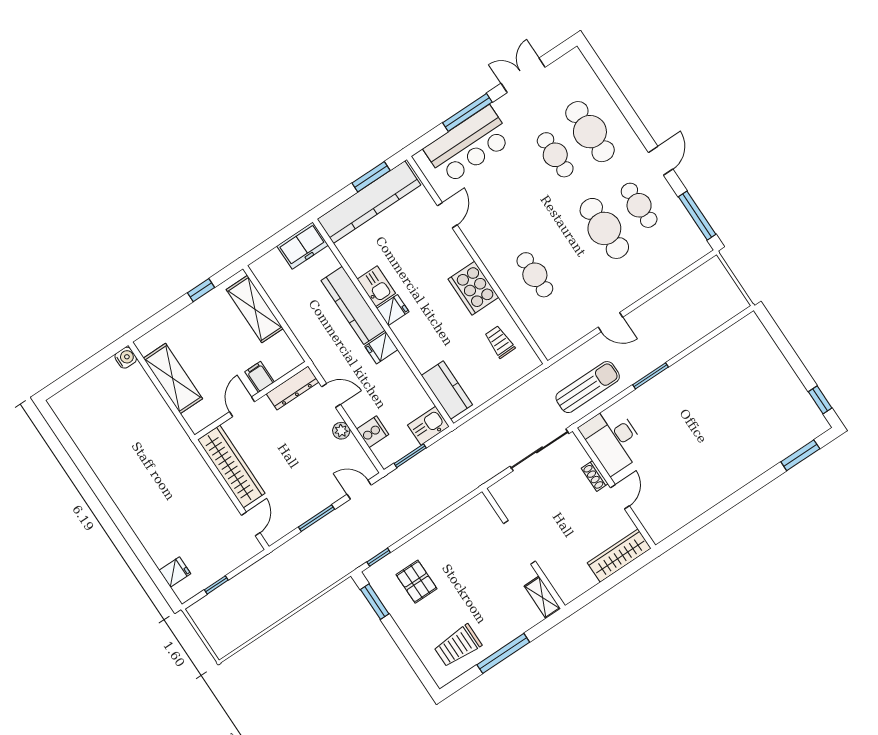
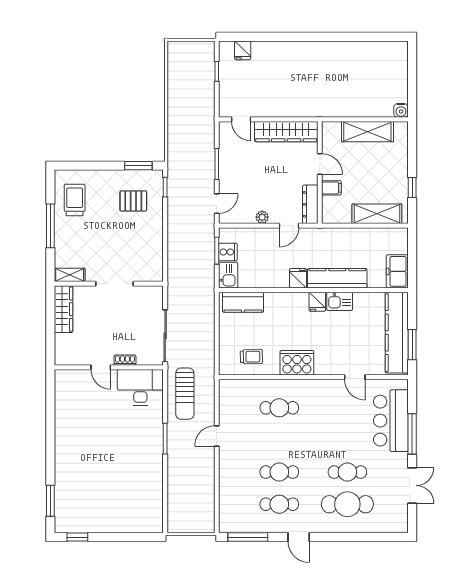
cafe table: (604, 228) -> (279, 472), width x0.73, depth x0.74
cooker: (373, 432) -> (228, 252), moved, turned -90
wardrobe: (619, 556) -> (63, 309), moved

